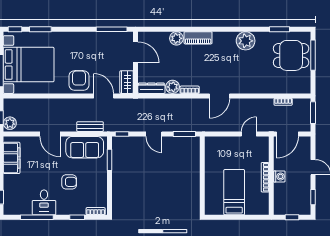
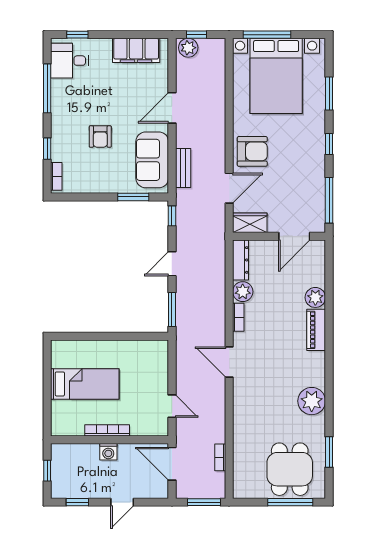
window: (15, 29) -> (329, 144), moved
desk: (44, 202) -> (69, 61), moved

